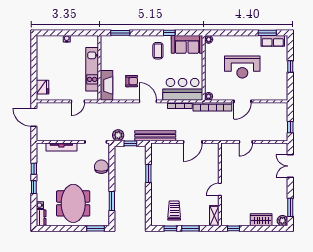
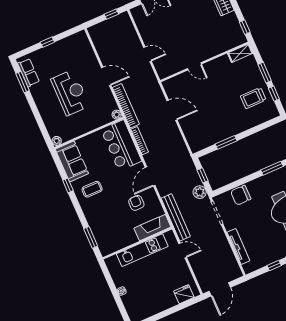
bench: (155, 136) -> (176, 217), moved
door: (220, 189) -> (195, 66), moved

